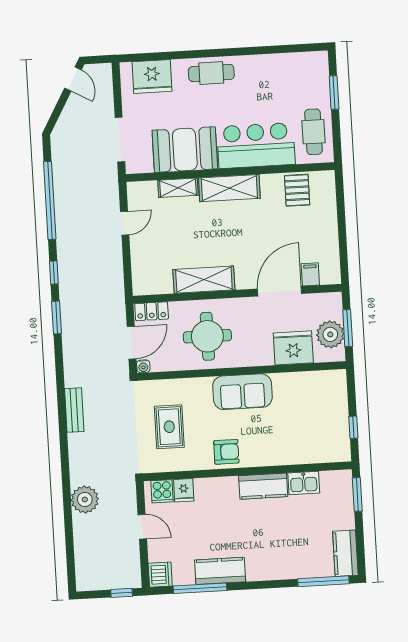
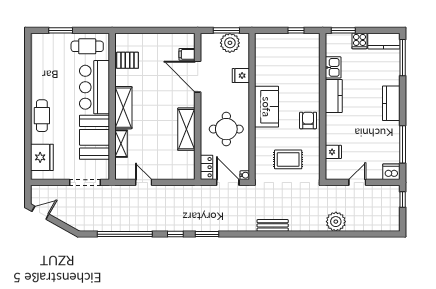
fridge: (293, 348) -> (241, 76), width x0.53, depth x0.75
cooker: (162, 491) -> (359, 41), moved, turned 90
kitchen counter: (220, 571) -> (391, 103), moved

